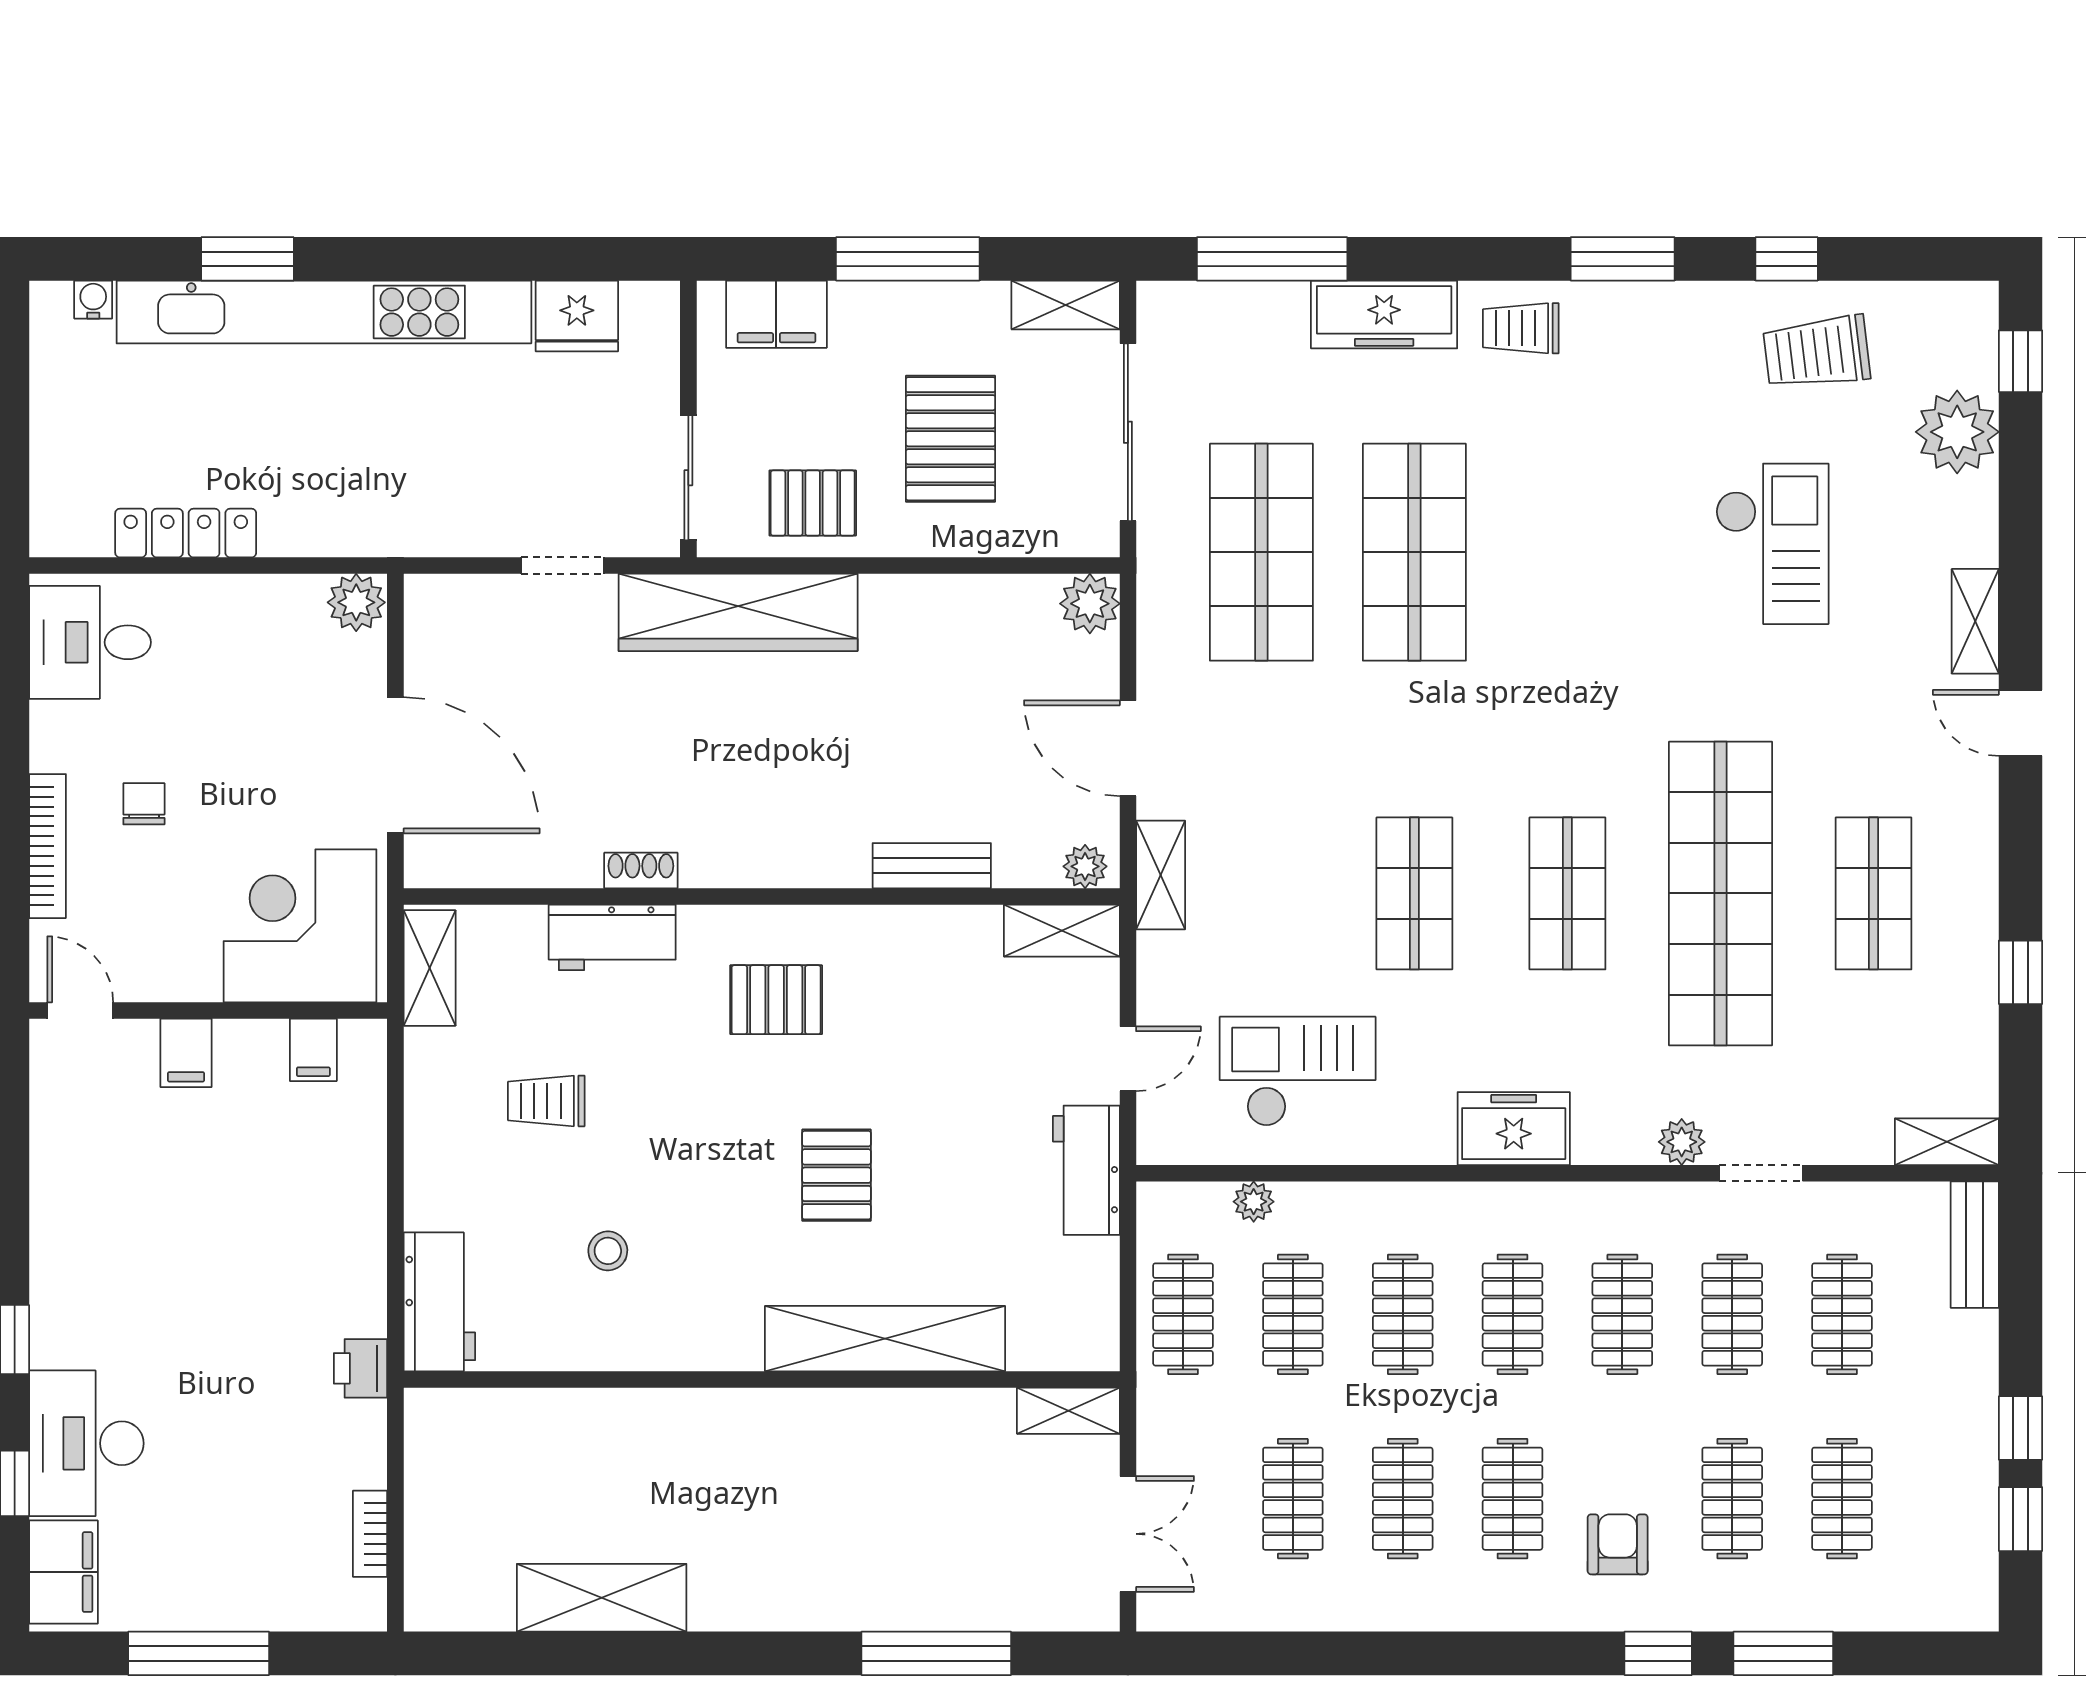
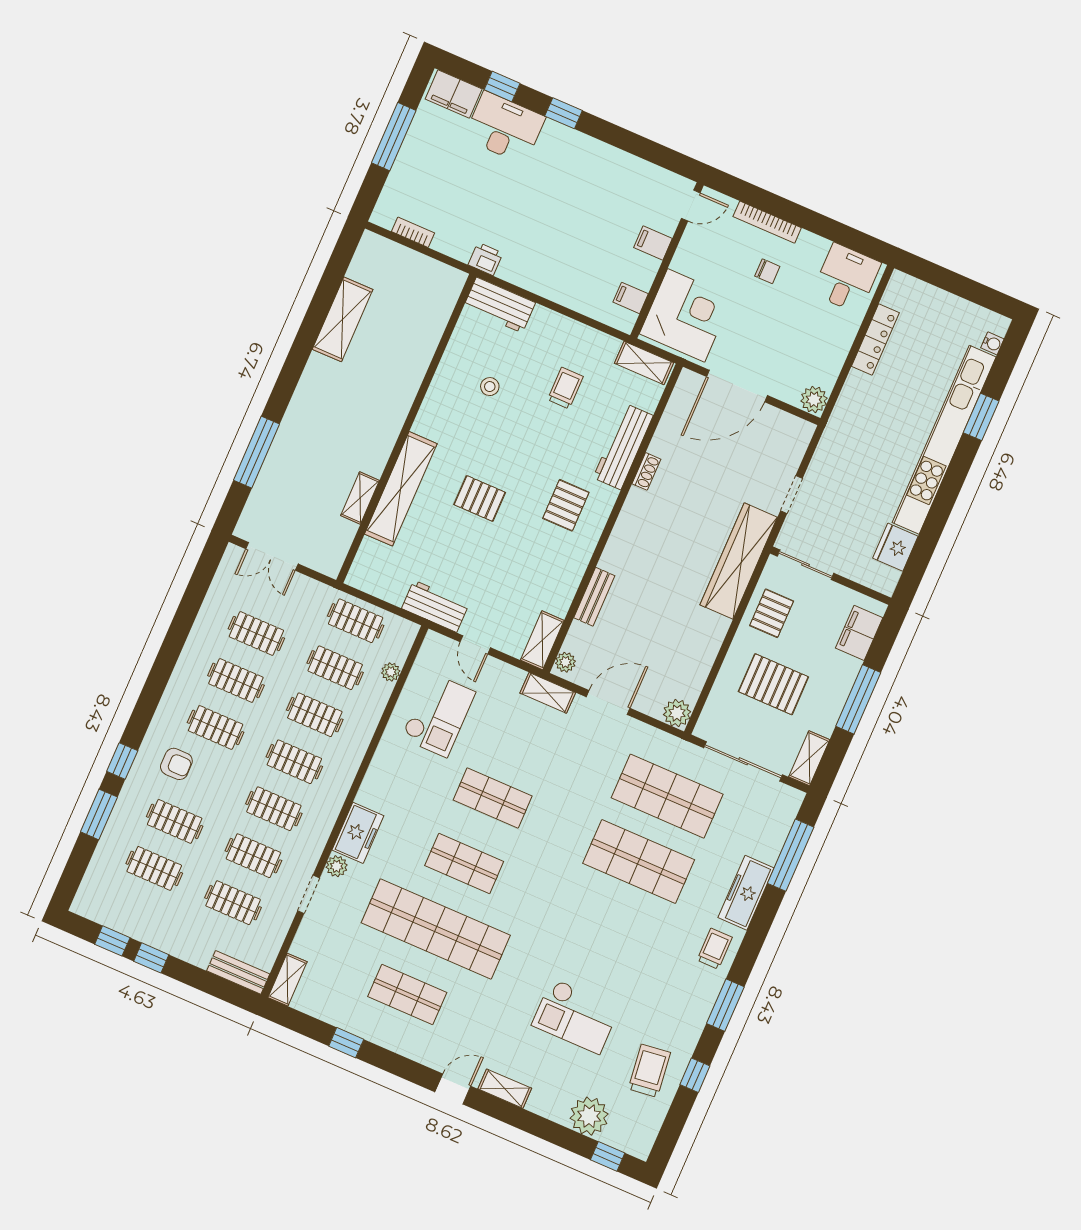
workbench: (612, 937) -> (623, 447), width x1.38
freezer: (1514, 1129) -> (358, 833), moved
shelving: (1068, 1411) -> (360, 498), moved

